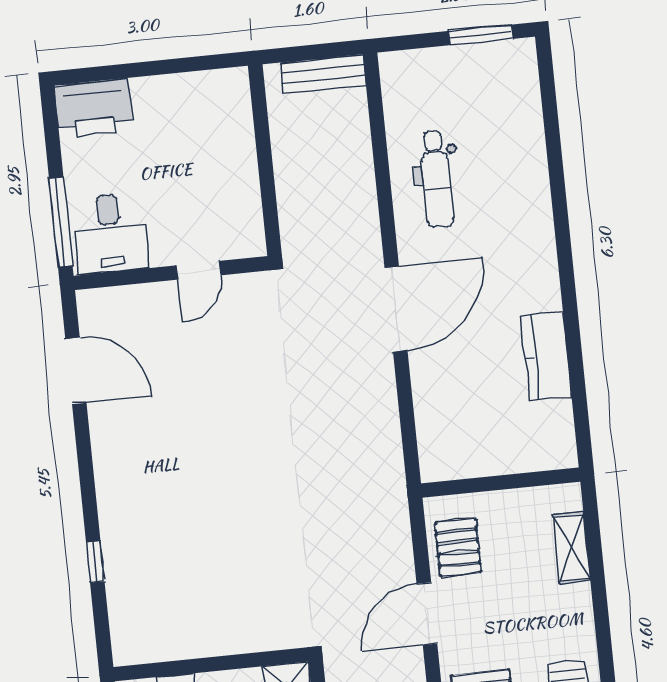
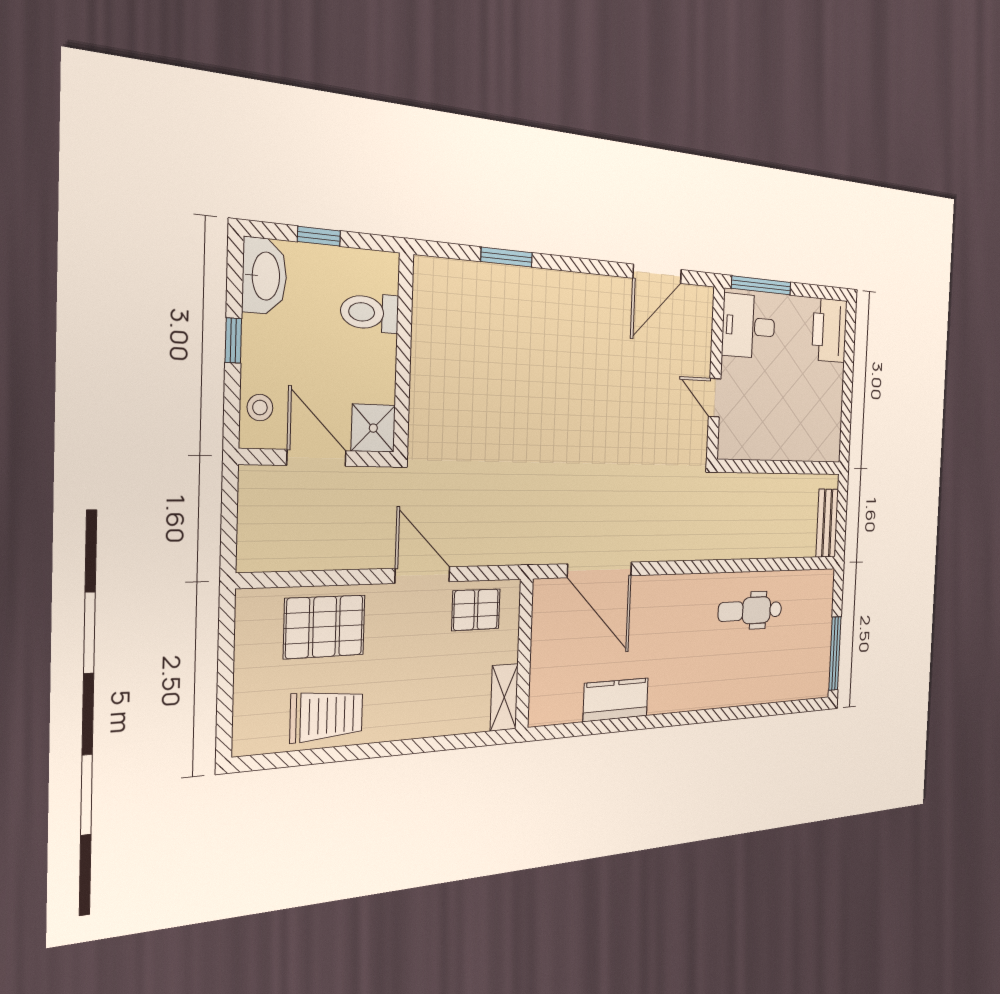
window: (481, 35) -> (835, 653), width x1.44
door: (396, 309) -> (600, 570), moved
shelving: (571, 548) -> (504, 697), moved, turned 90
window: (95, 562) -> (507, 257), width x1.50

